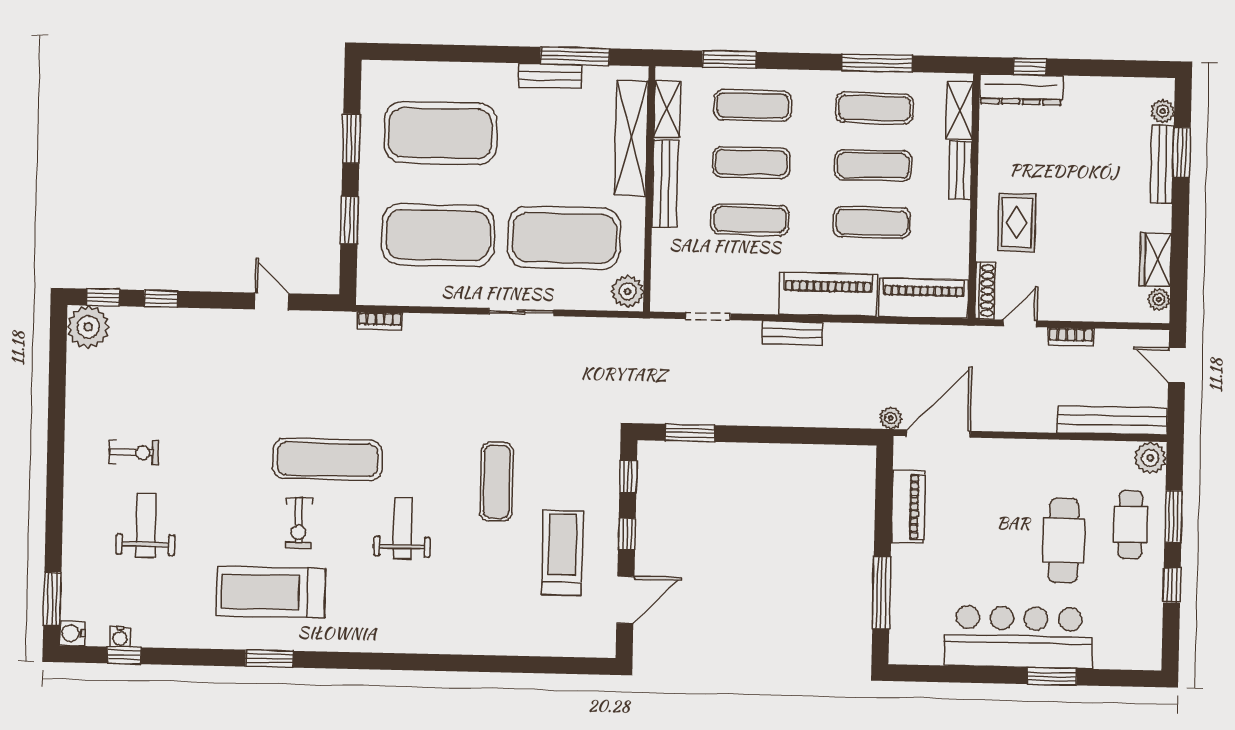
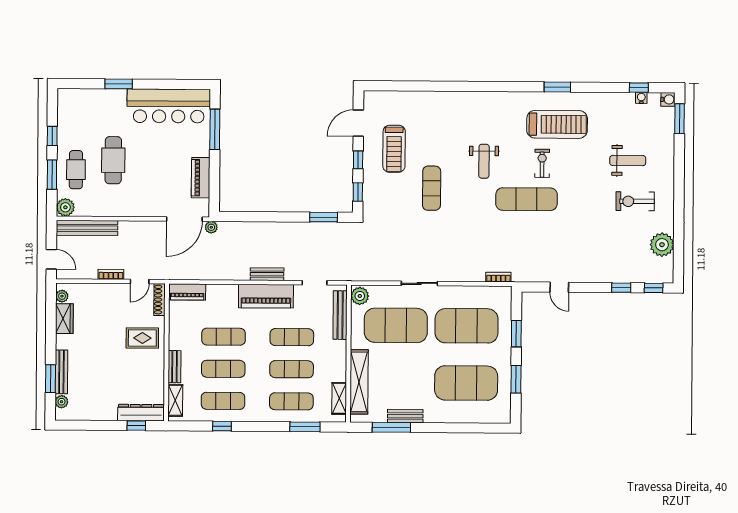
window: (877, 63) -> (222, 426), width x0.46
bench: (665, 183) -> (340, 315), moved
rug: (1017, 222) -> (142, 338), turned 90
piano: (828, 294) -> (266, 296), moved
piano: (924, 298) -> (187, 292), width x0.73, depth x0.75
plant: (88, 327) -> (662, 245), moved
exercise bike: (134, 452) -> (635, 201), width x1.38, depth x1.39
weight bench: (146, 525) -> (628, 161), turned -90
bar counter: (1019, 637) -> (169, 106), moved

